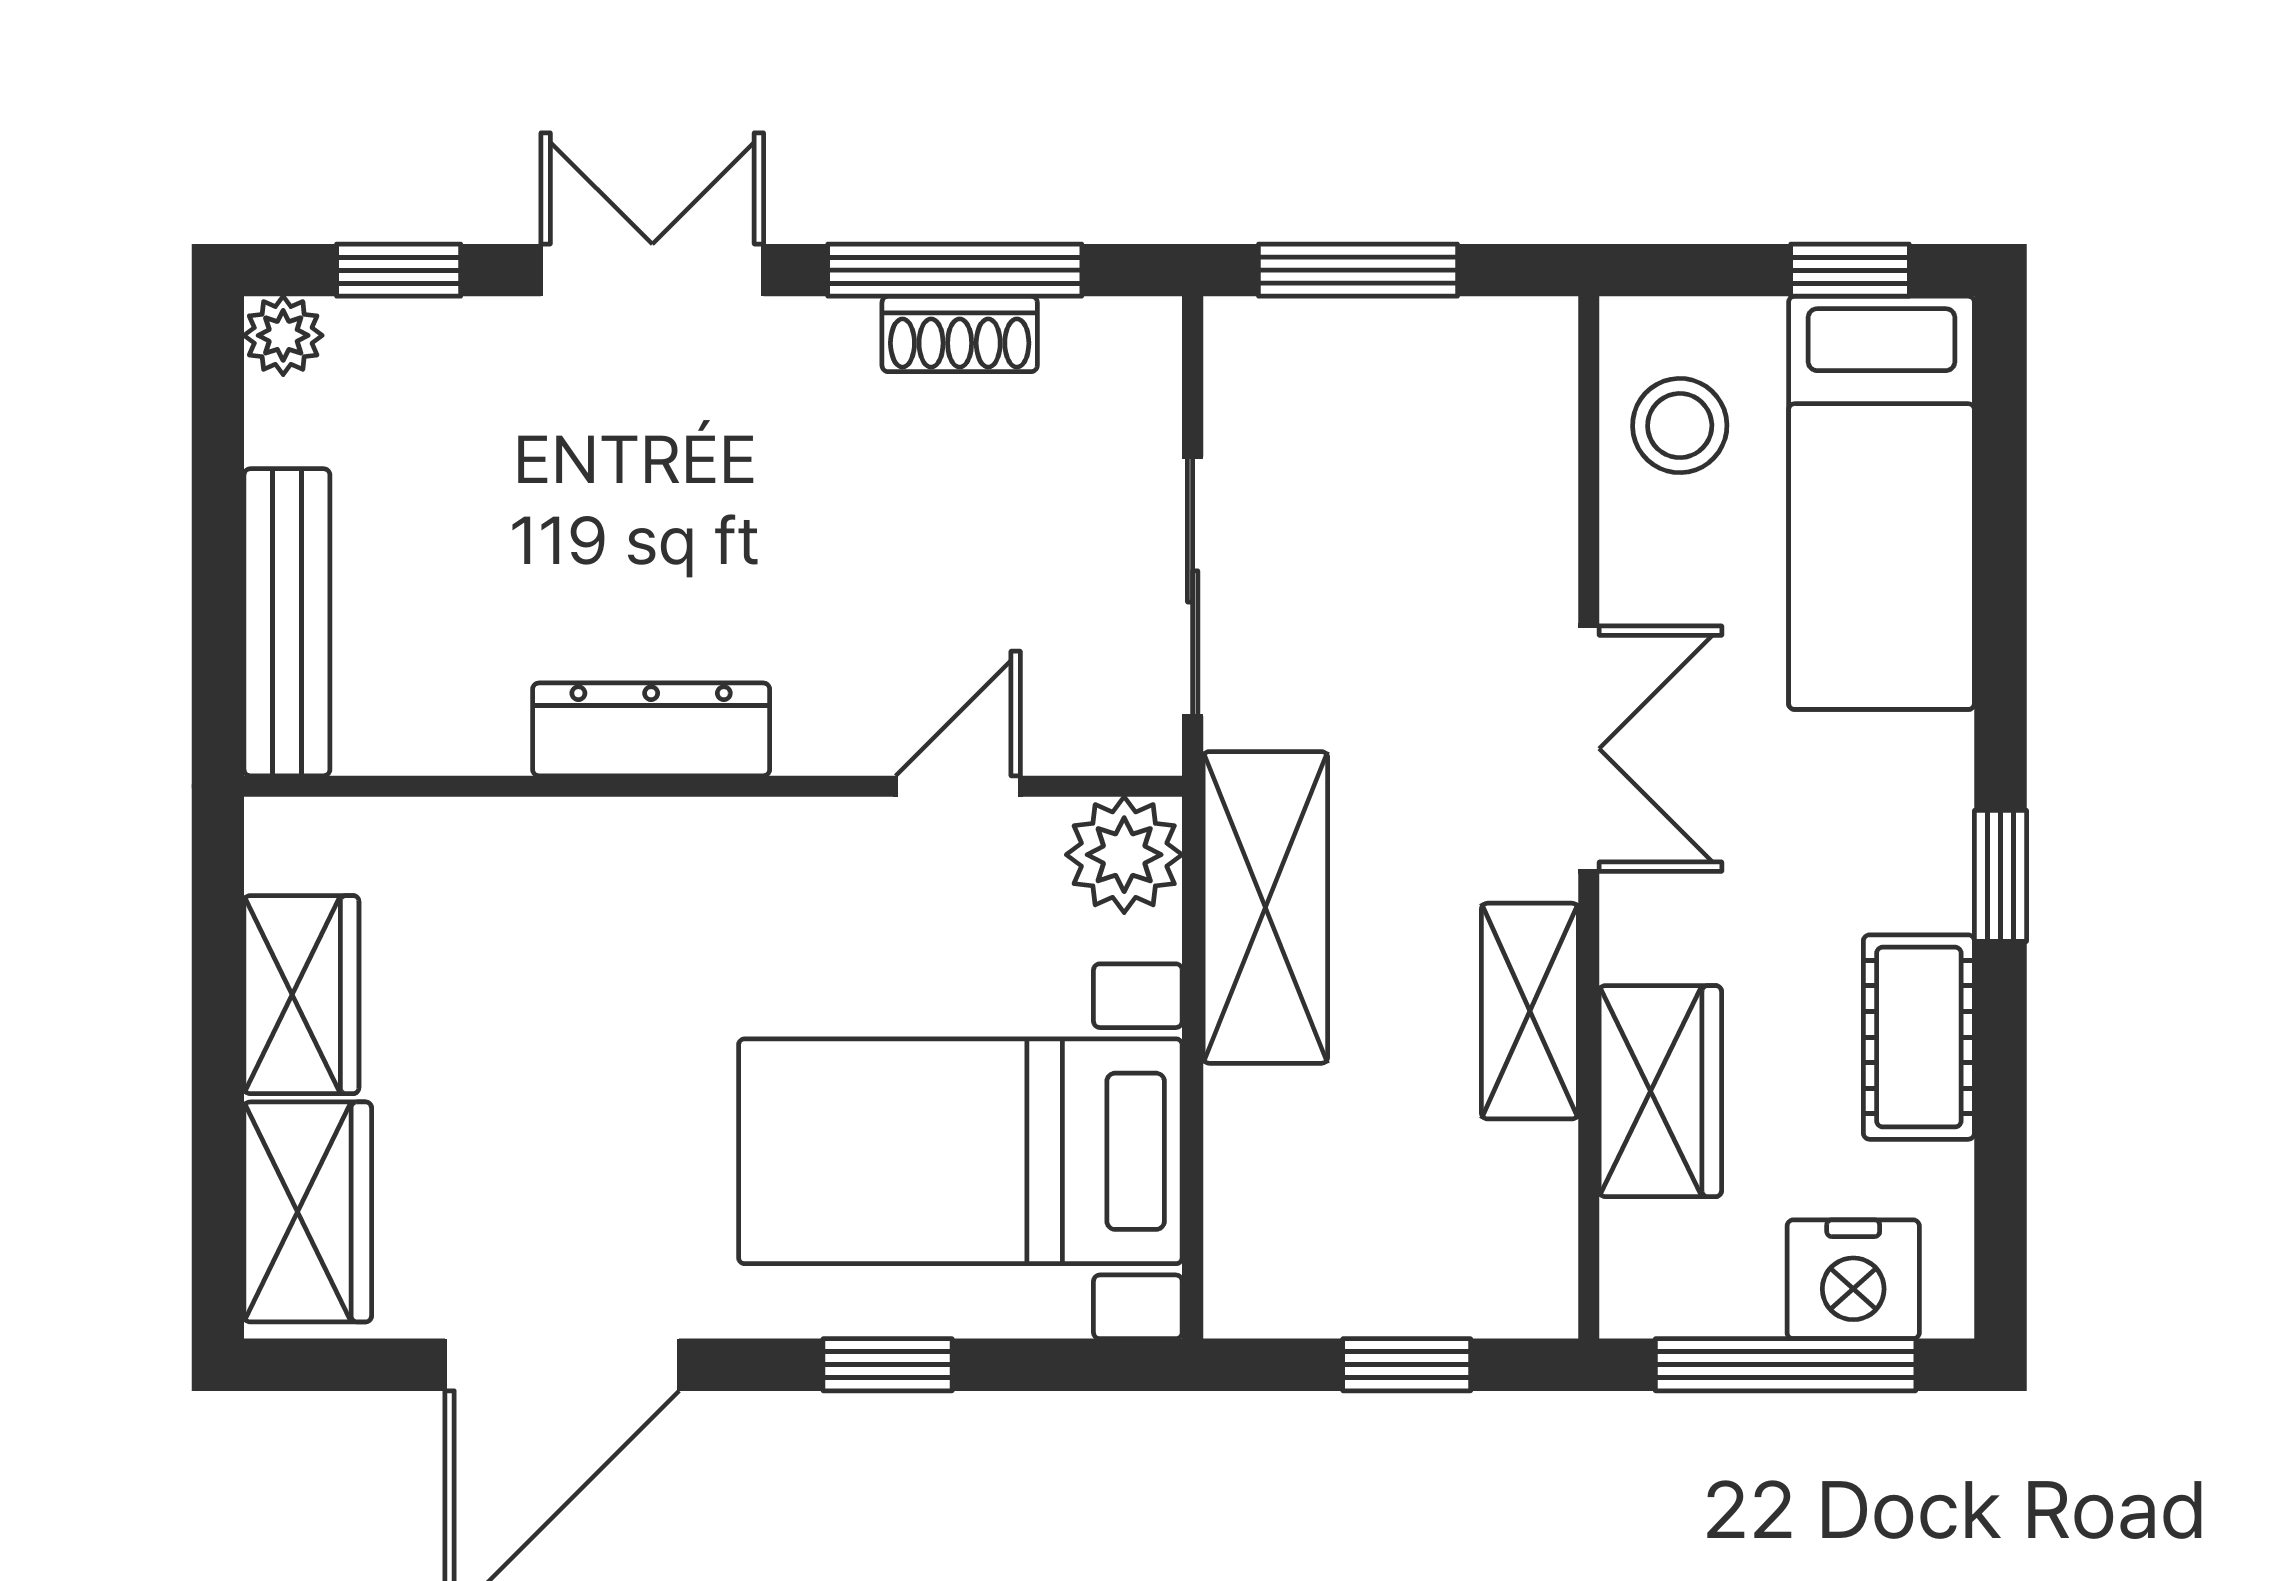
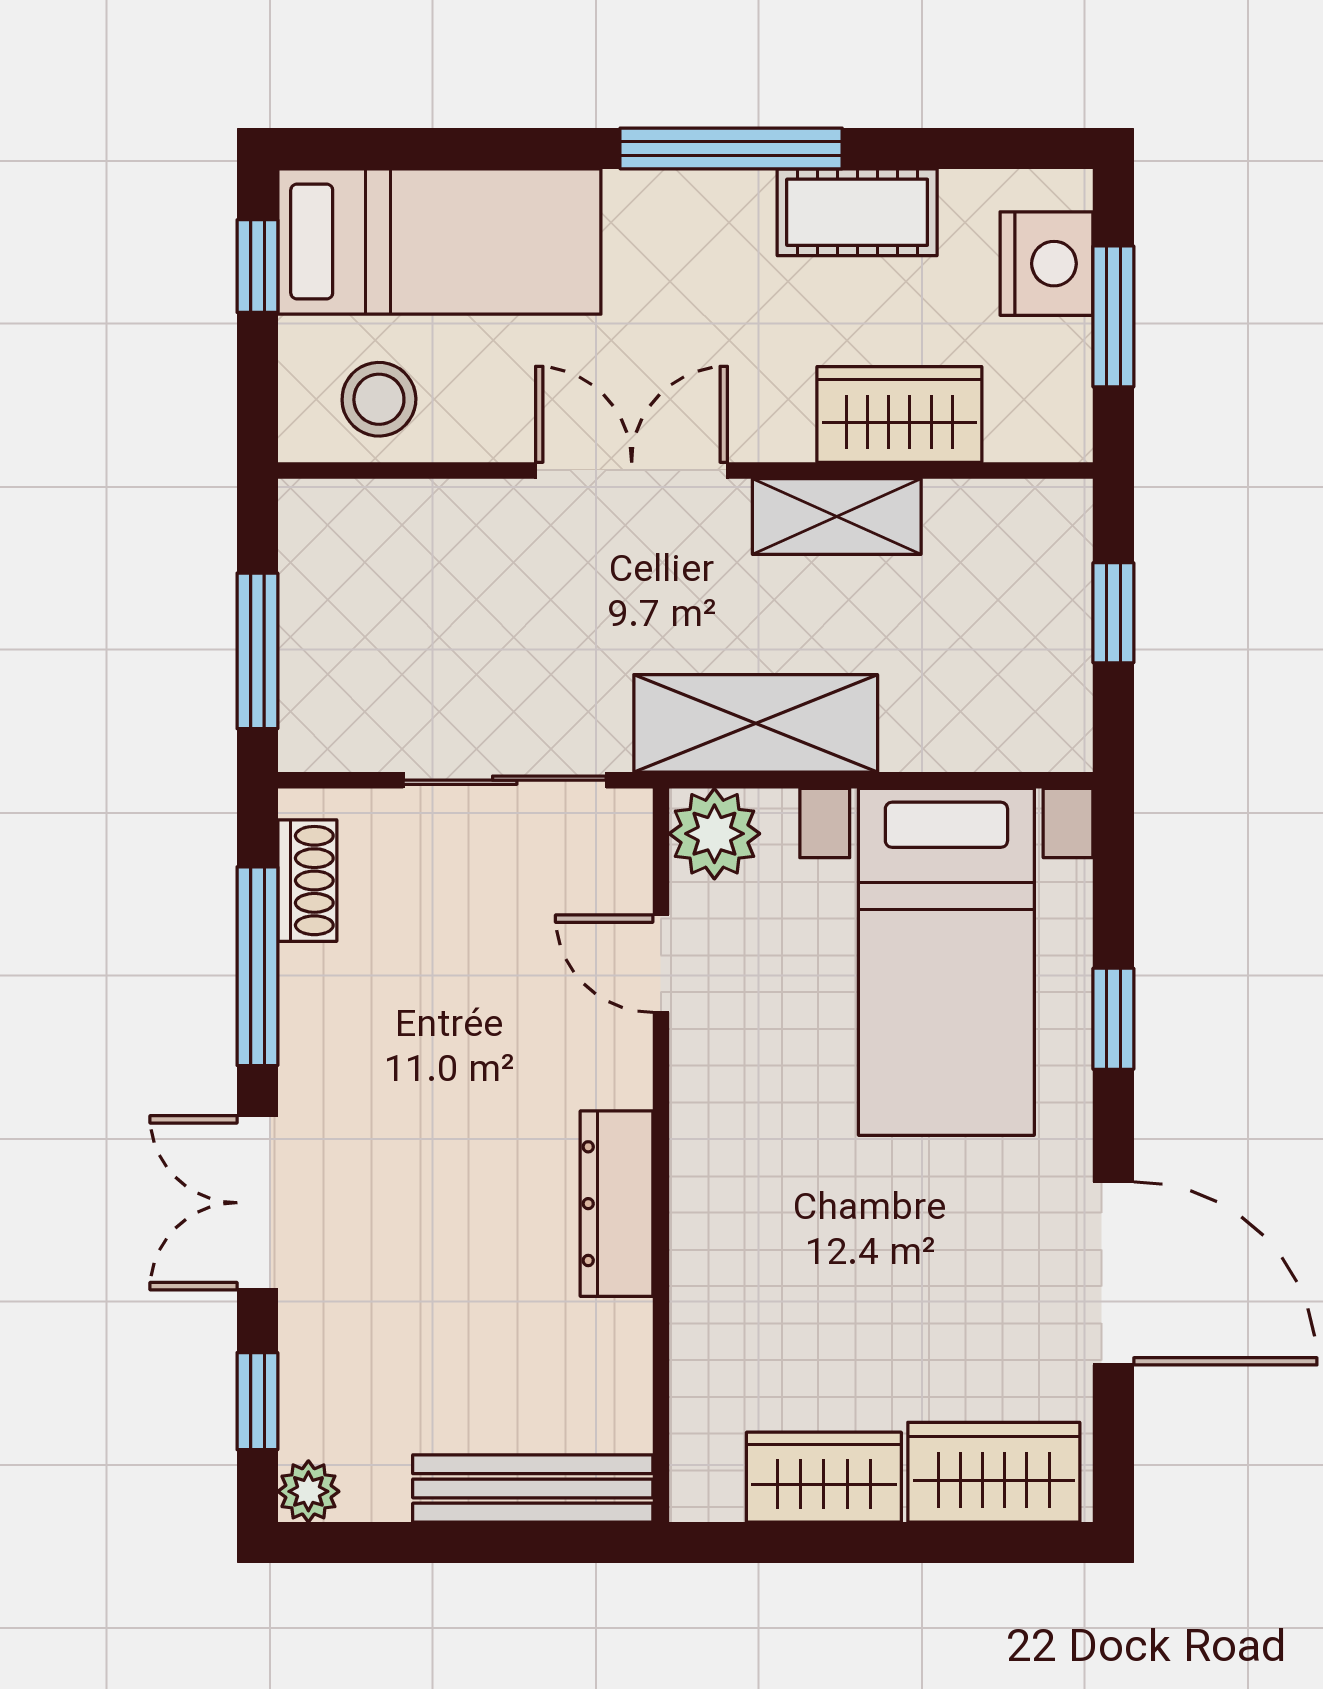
shoe rack: (960, 334) -> (307, 881), moved
window: (2001, 876) -> (731, 148), width x2.17
window: (1786, 1365) -> (1113, 316), width x0.69

